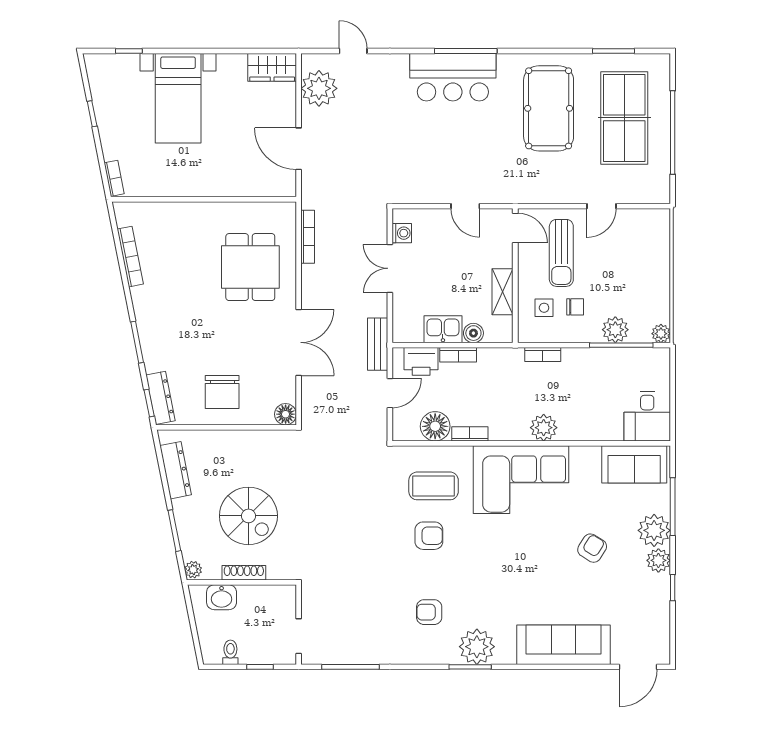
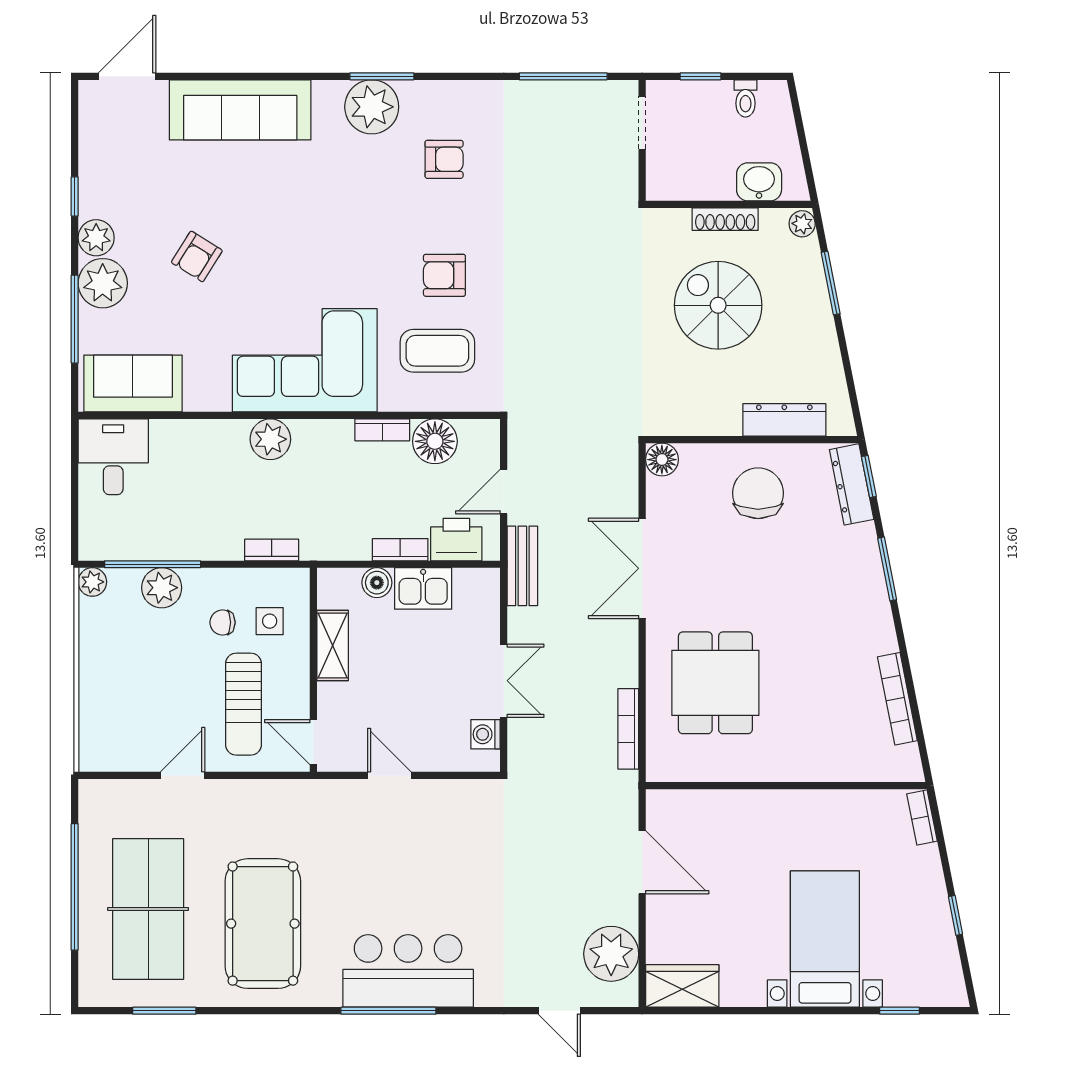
sun lounger: (561, 253) -> (243, 704), turned 180
dresser: (176, 470) -> (784, 420), moved, turned 101

